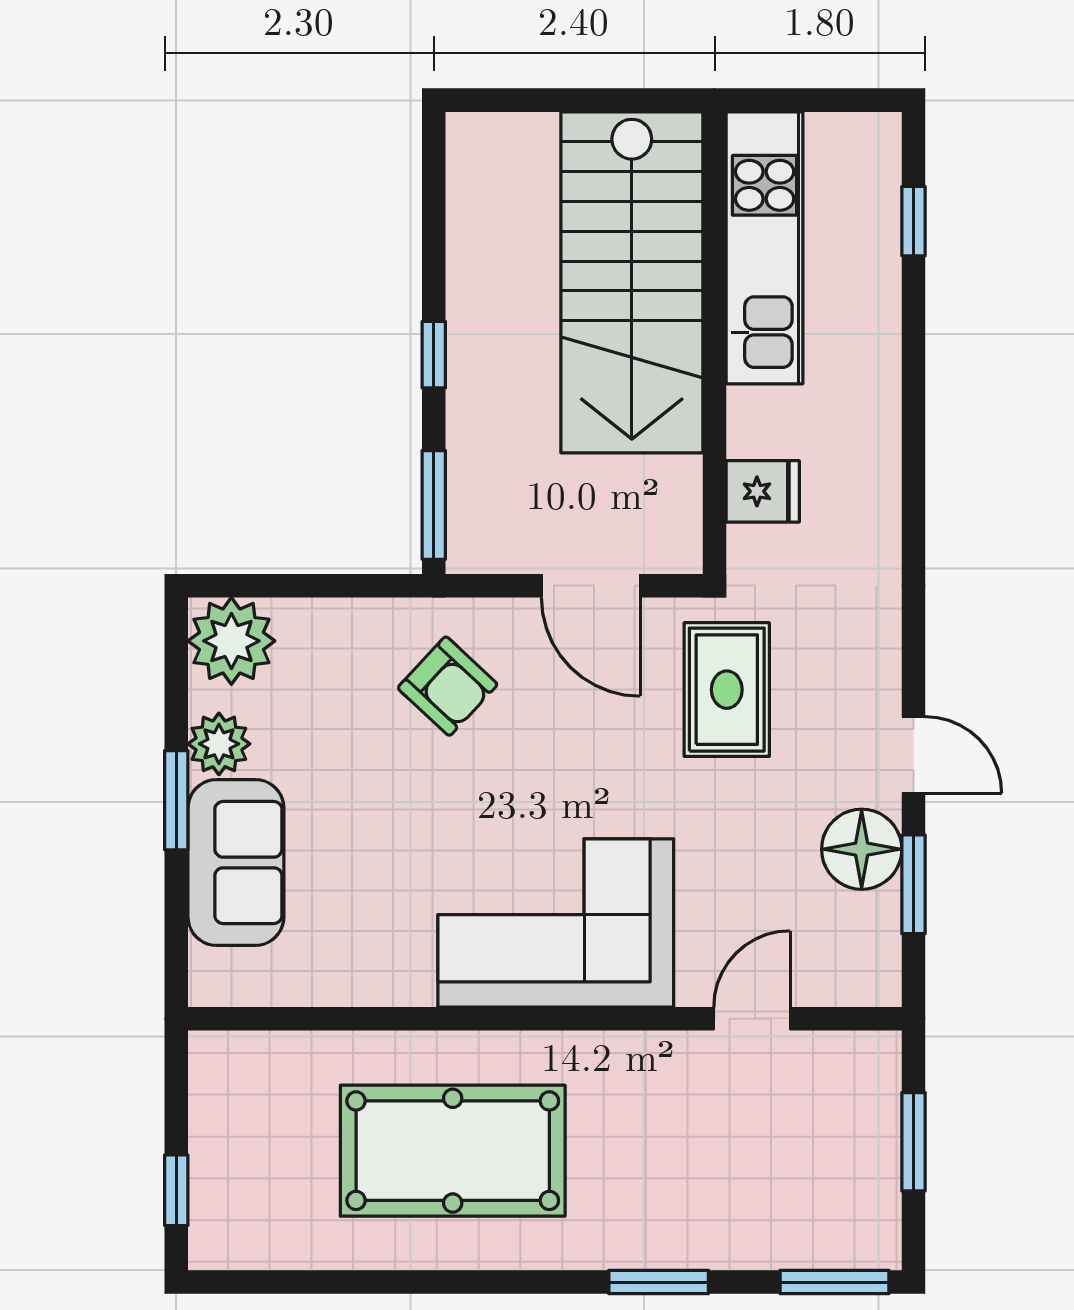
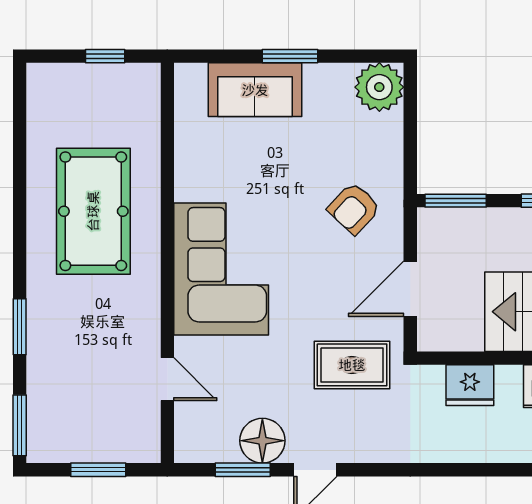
fridge: (763, 491) -> (470, 385), width x1.38
plant: (219, 744) -> (322, 80), removed
window: (176, 1190) -> (105, 56), moved

